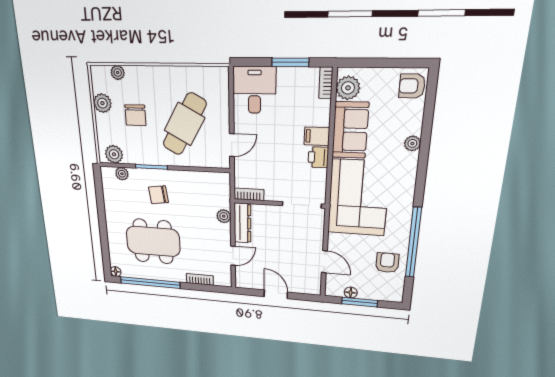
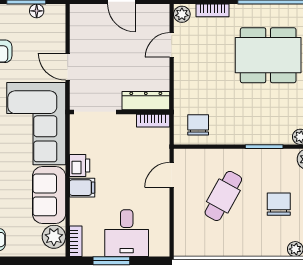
desk: (255, 90) -> (127, 233), moved
cafe table: (184, 124) -> (223, 196), width x0.73, depth x0.74
chair: (158, 195) -> (198, 125), moved, turned -82
plant: (224, 216) -> (182, 14), moved
dresser: (243, 223) -> (146, 101), moved, turned 90
door: (324, 262) -> (68, 67), moved

